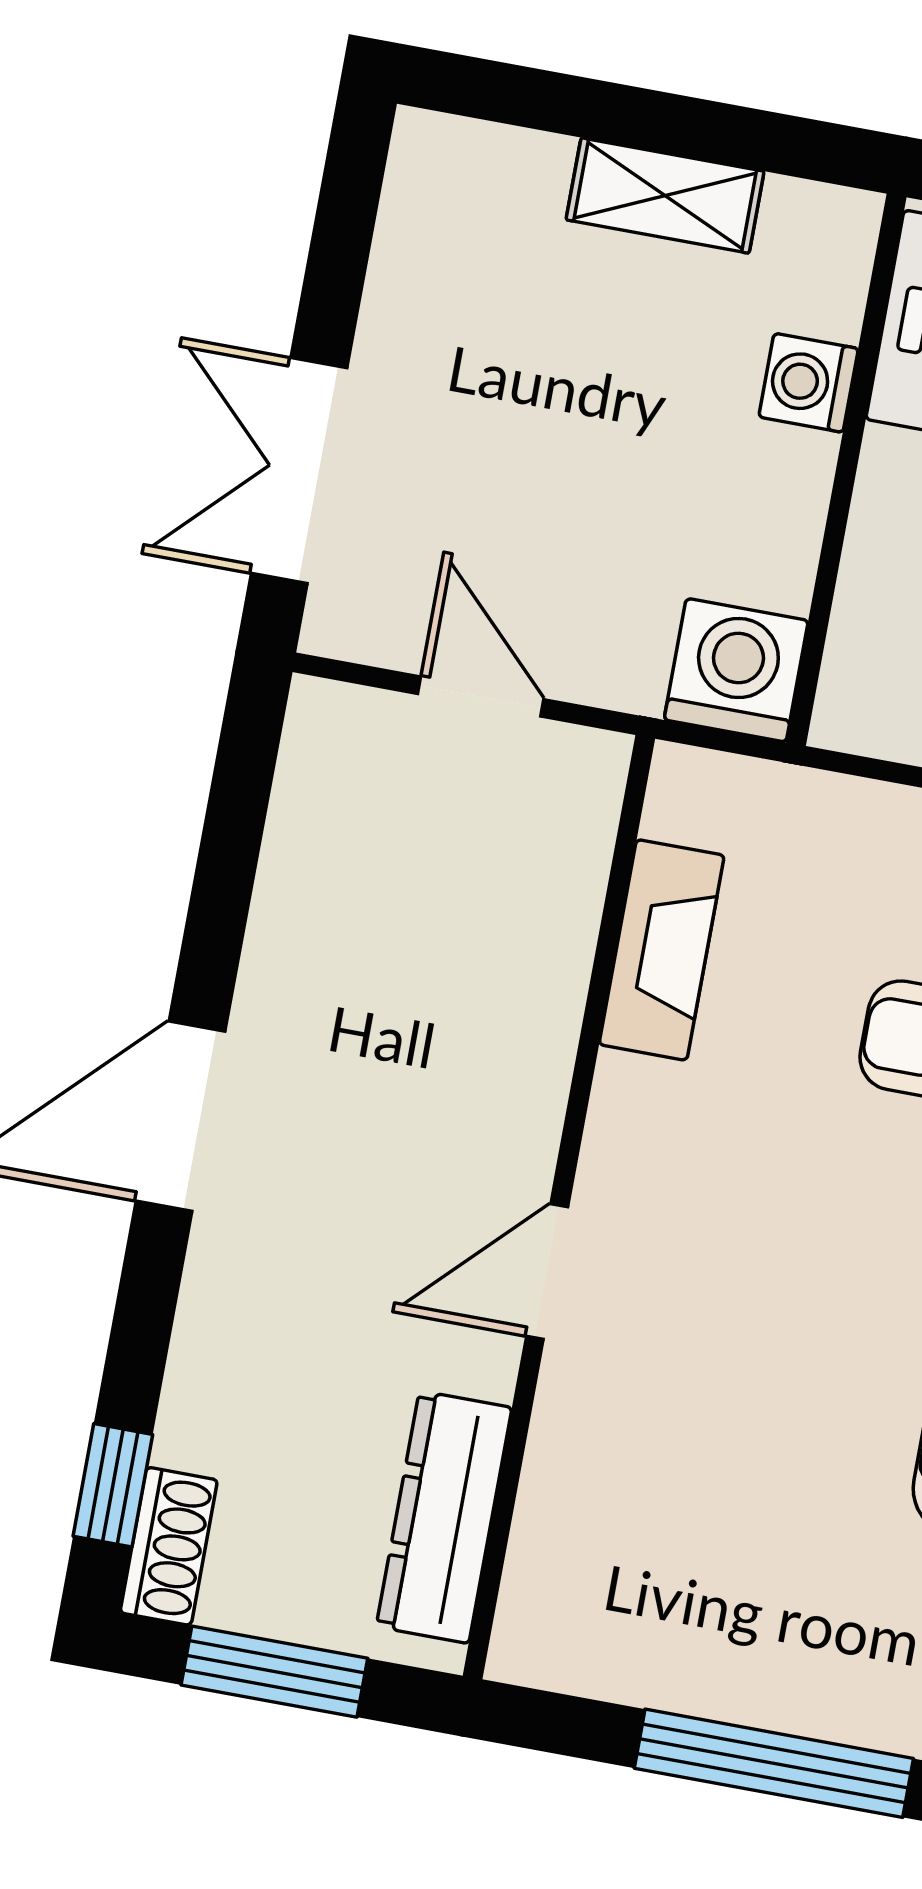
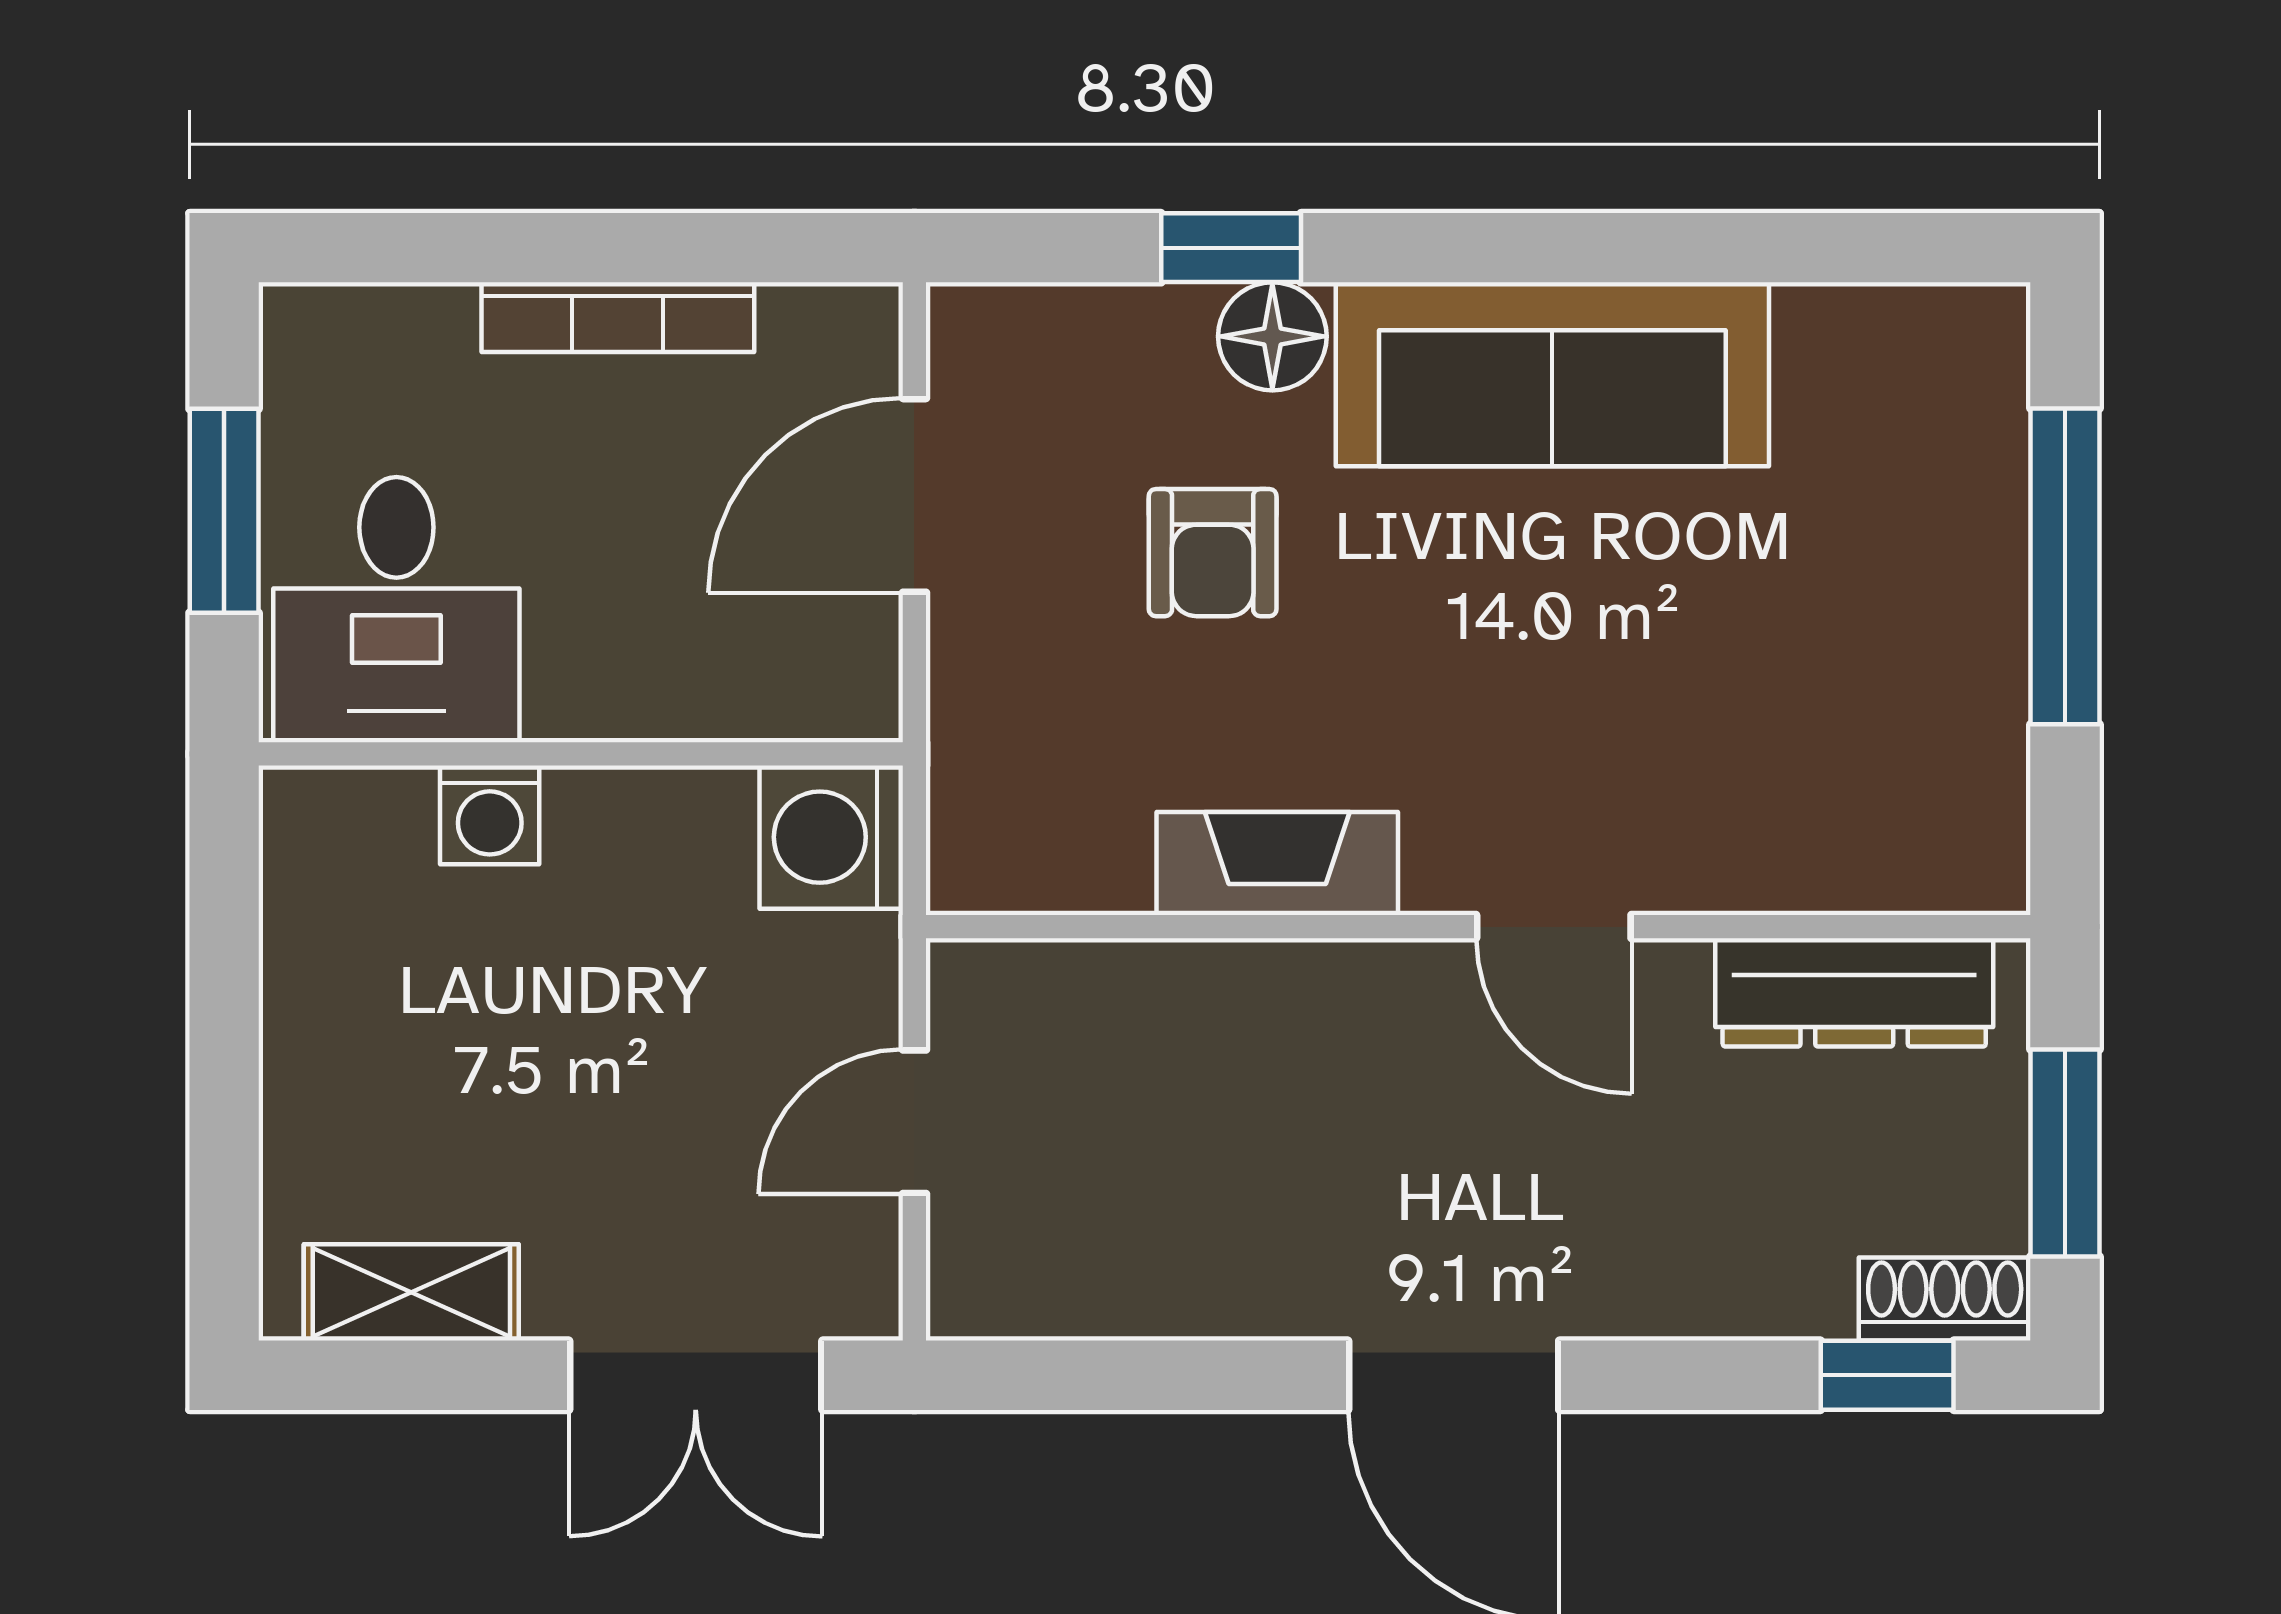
shelving: (665, 196) -> (411, 1292), moved, turned 90
fireplace: (662, 950) -> (1277, 863), moved

